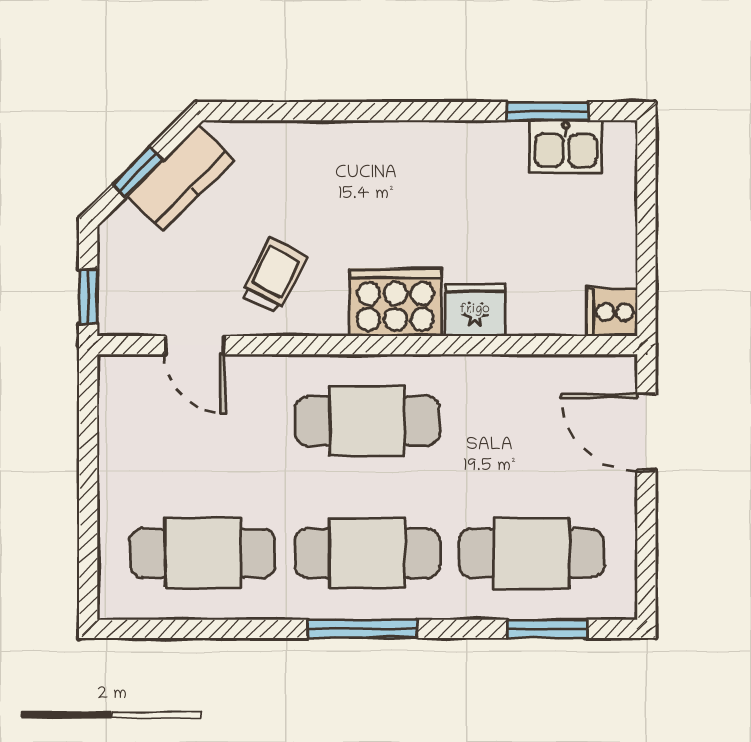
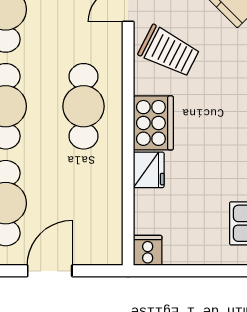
trolley: (274, 276) -> (169, 51), width x1.36, depth x1.39
door: (646, 432) -> (50, 271), moved

